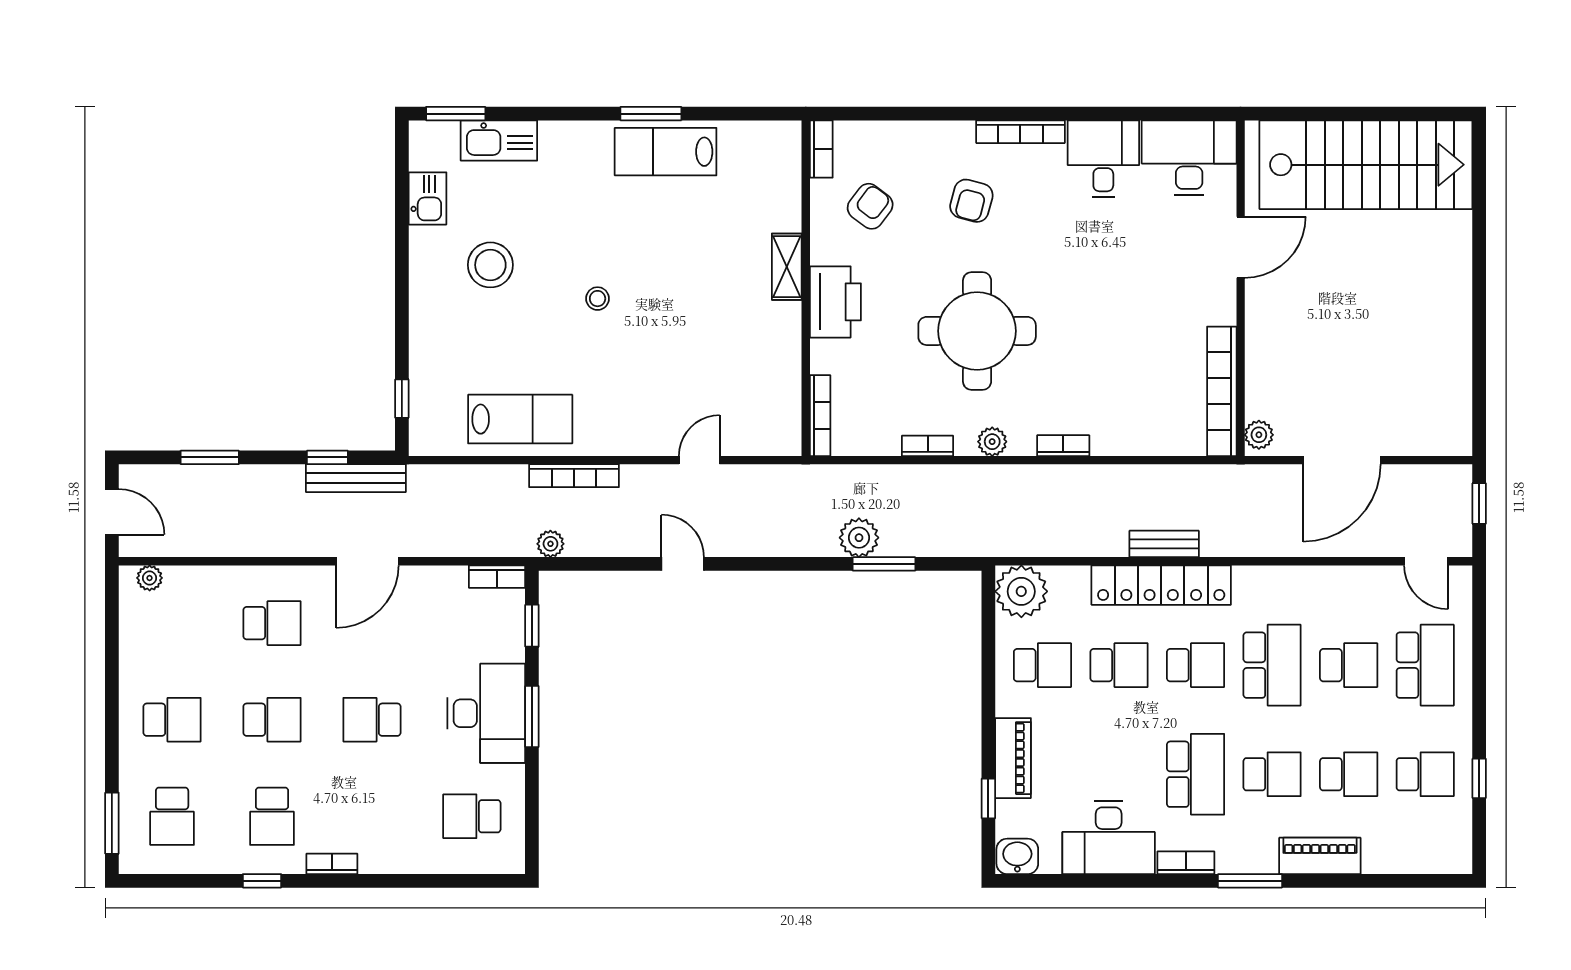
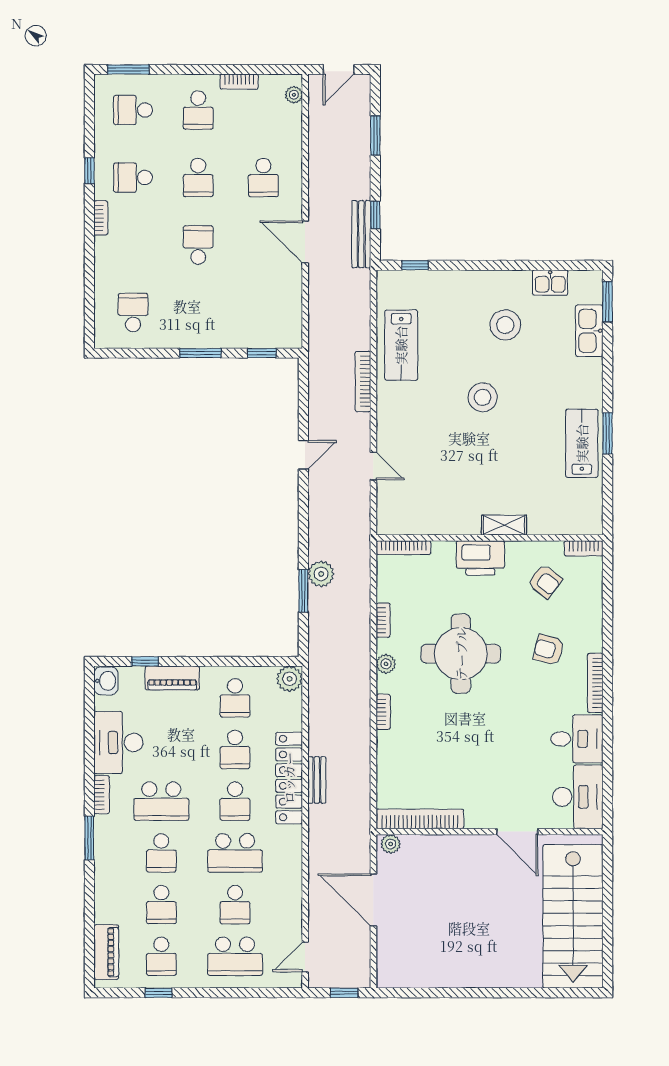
stool: (598, 299) -> (483, 397), width x1.89, depth x1.89
plant: (550, 544) -> (317, 366), removed
bookcase: (497, 577) -> (239, 82), moved, turned -90
plant: (1021, 591) -> (290, 679), width x0.73, depth x0.73
desk: (486, 713) -> (203, 322), removed
piano: (1320, 856) -> (106, 952), moved

